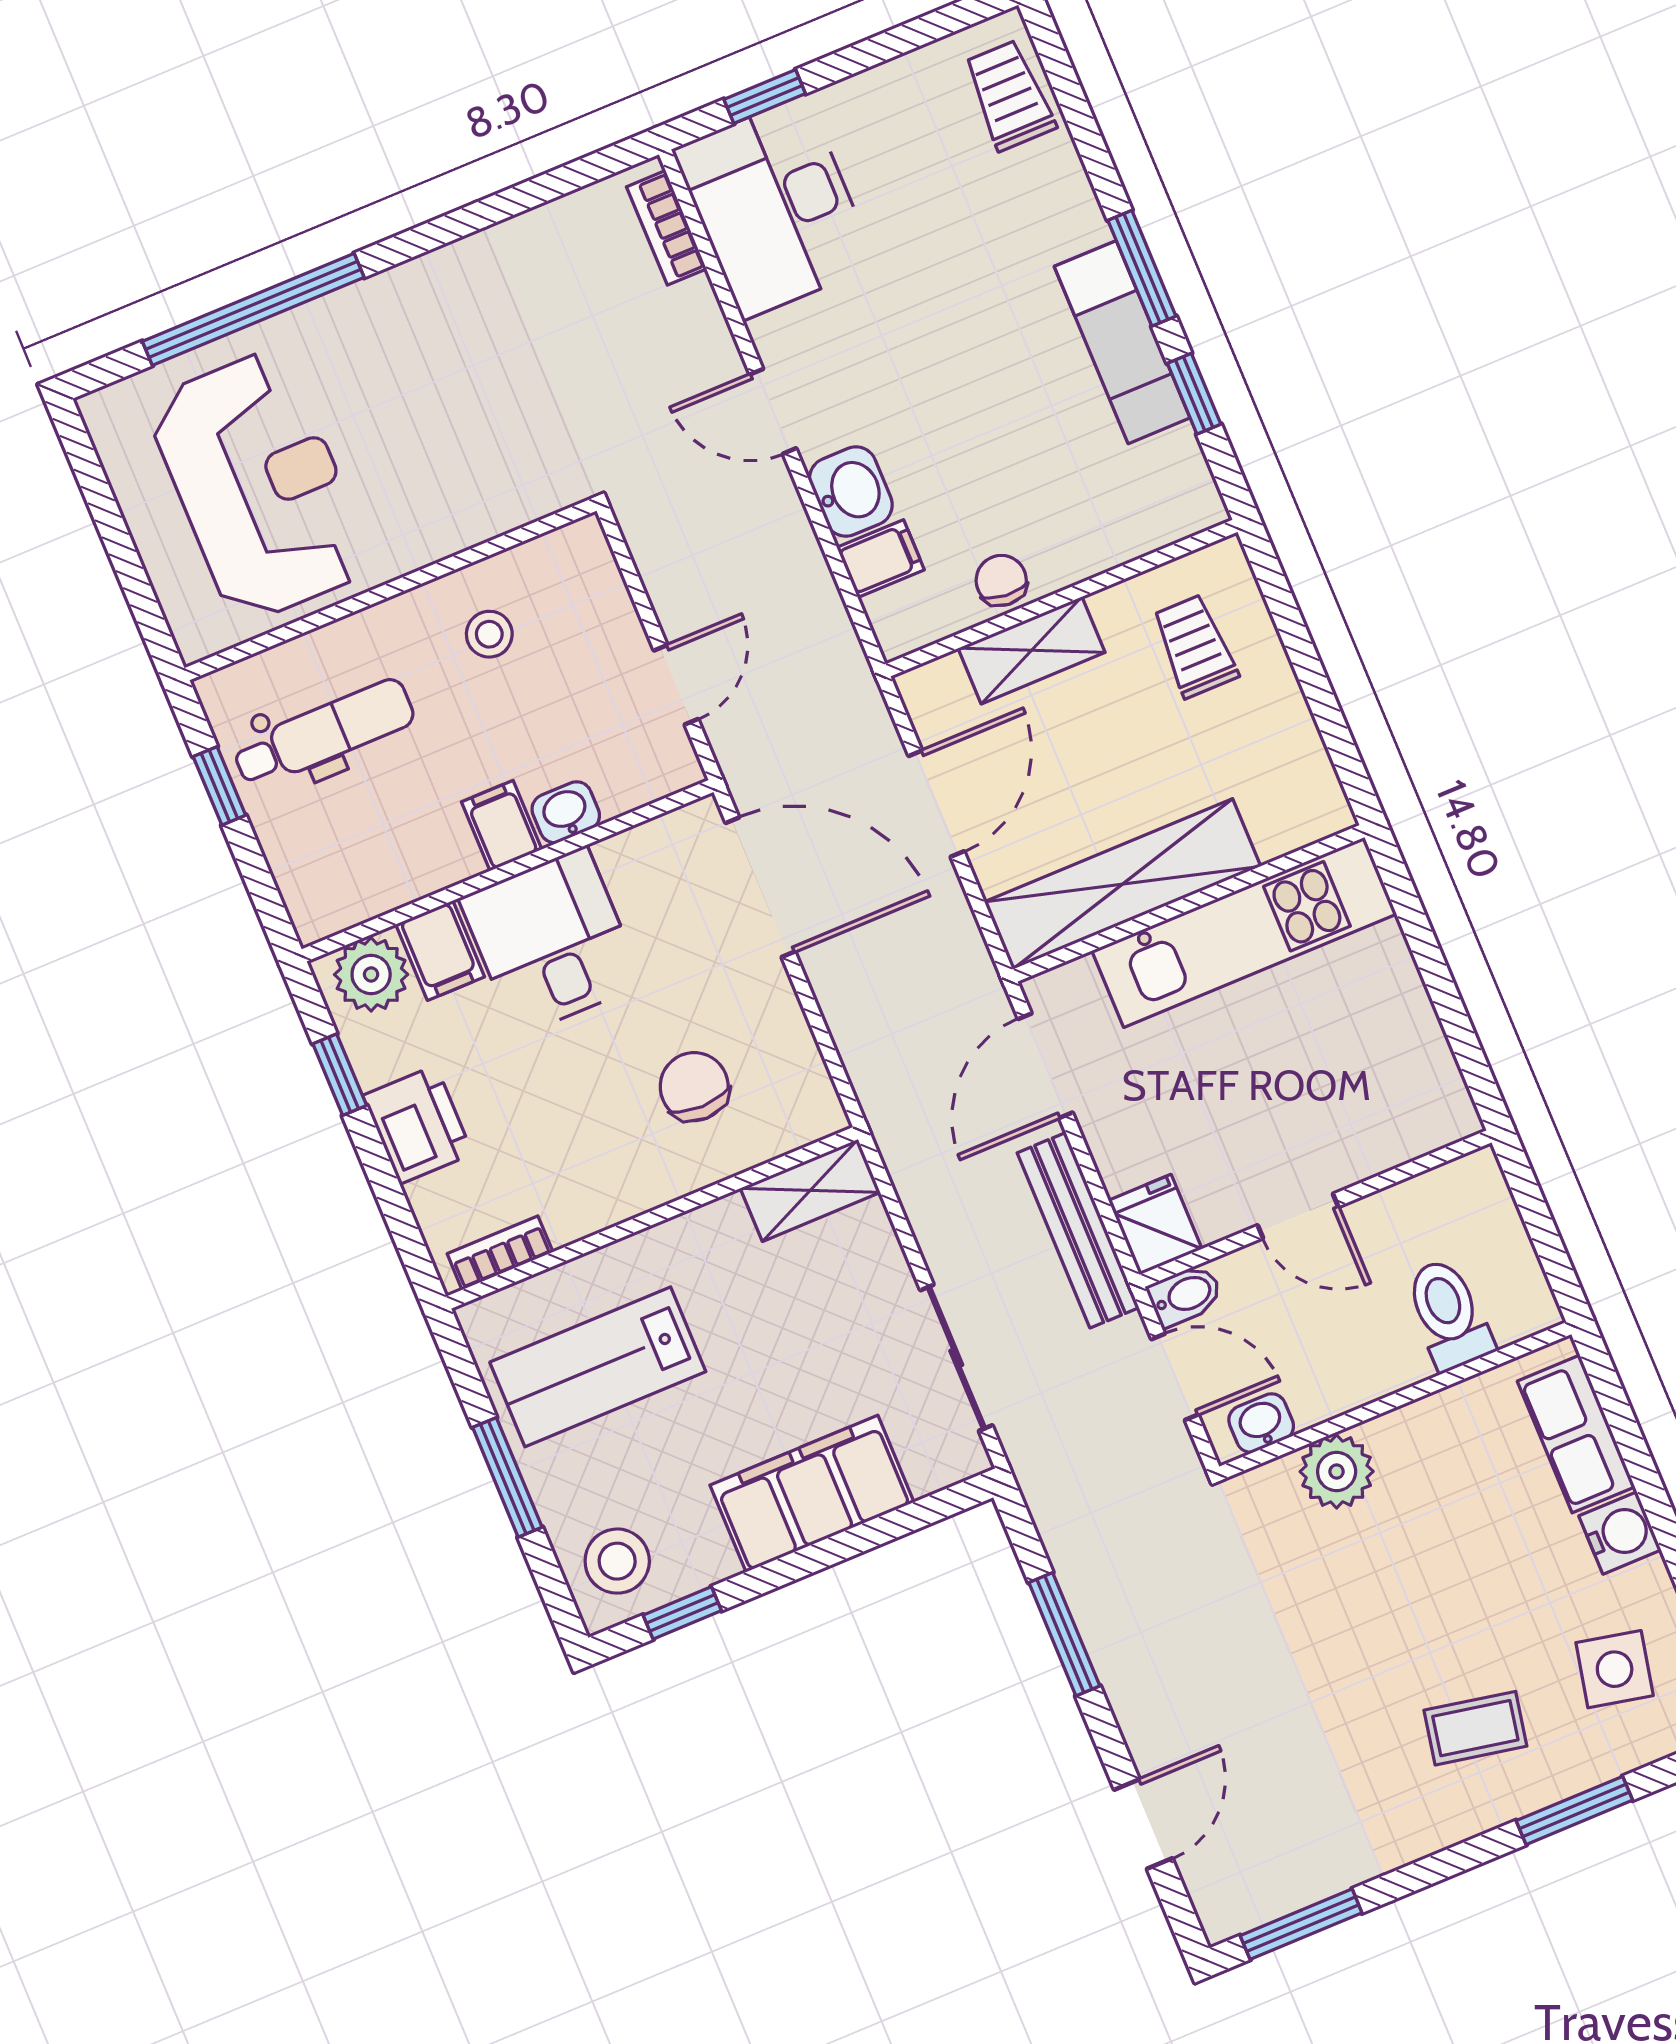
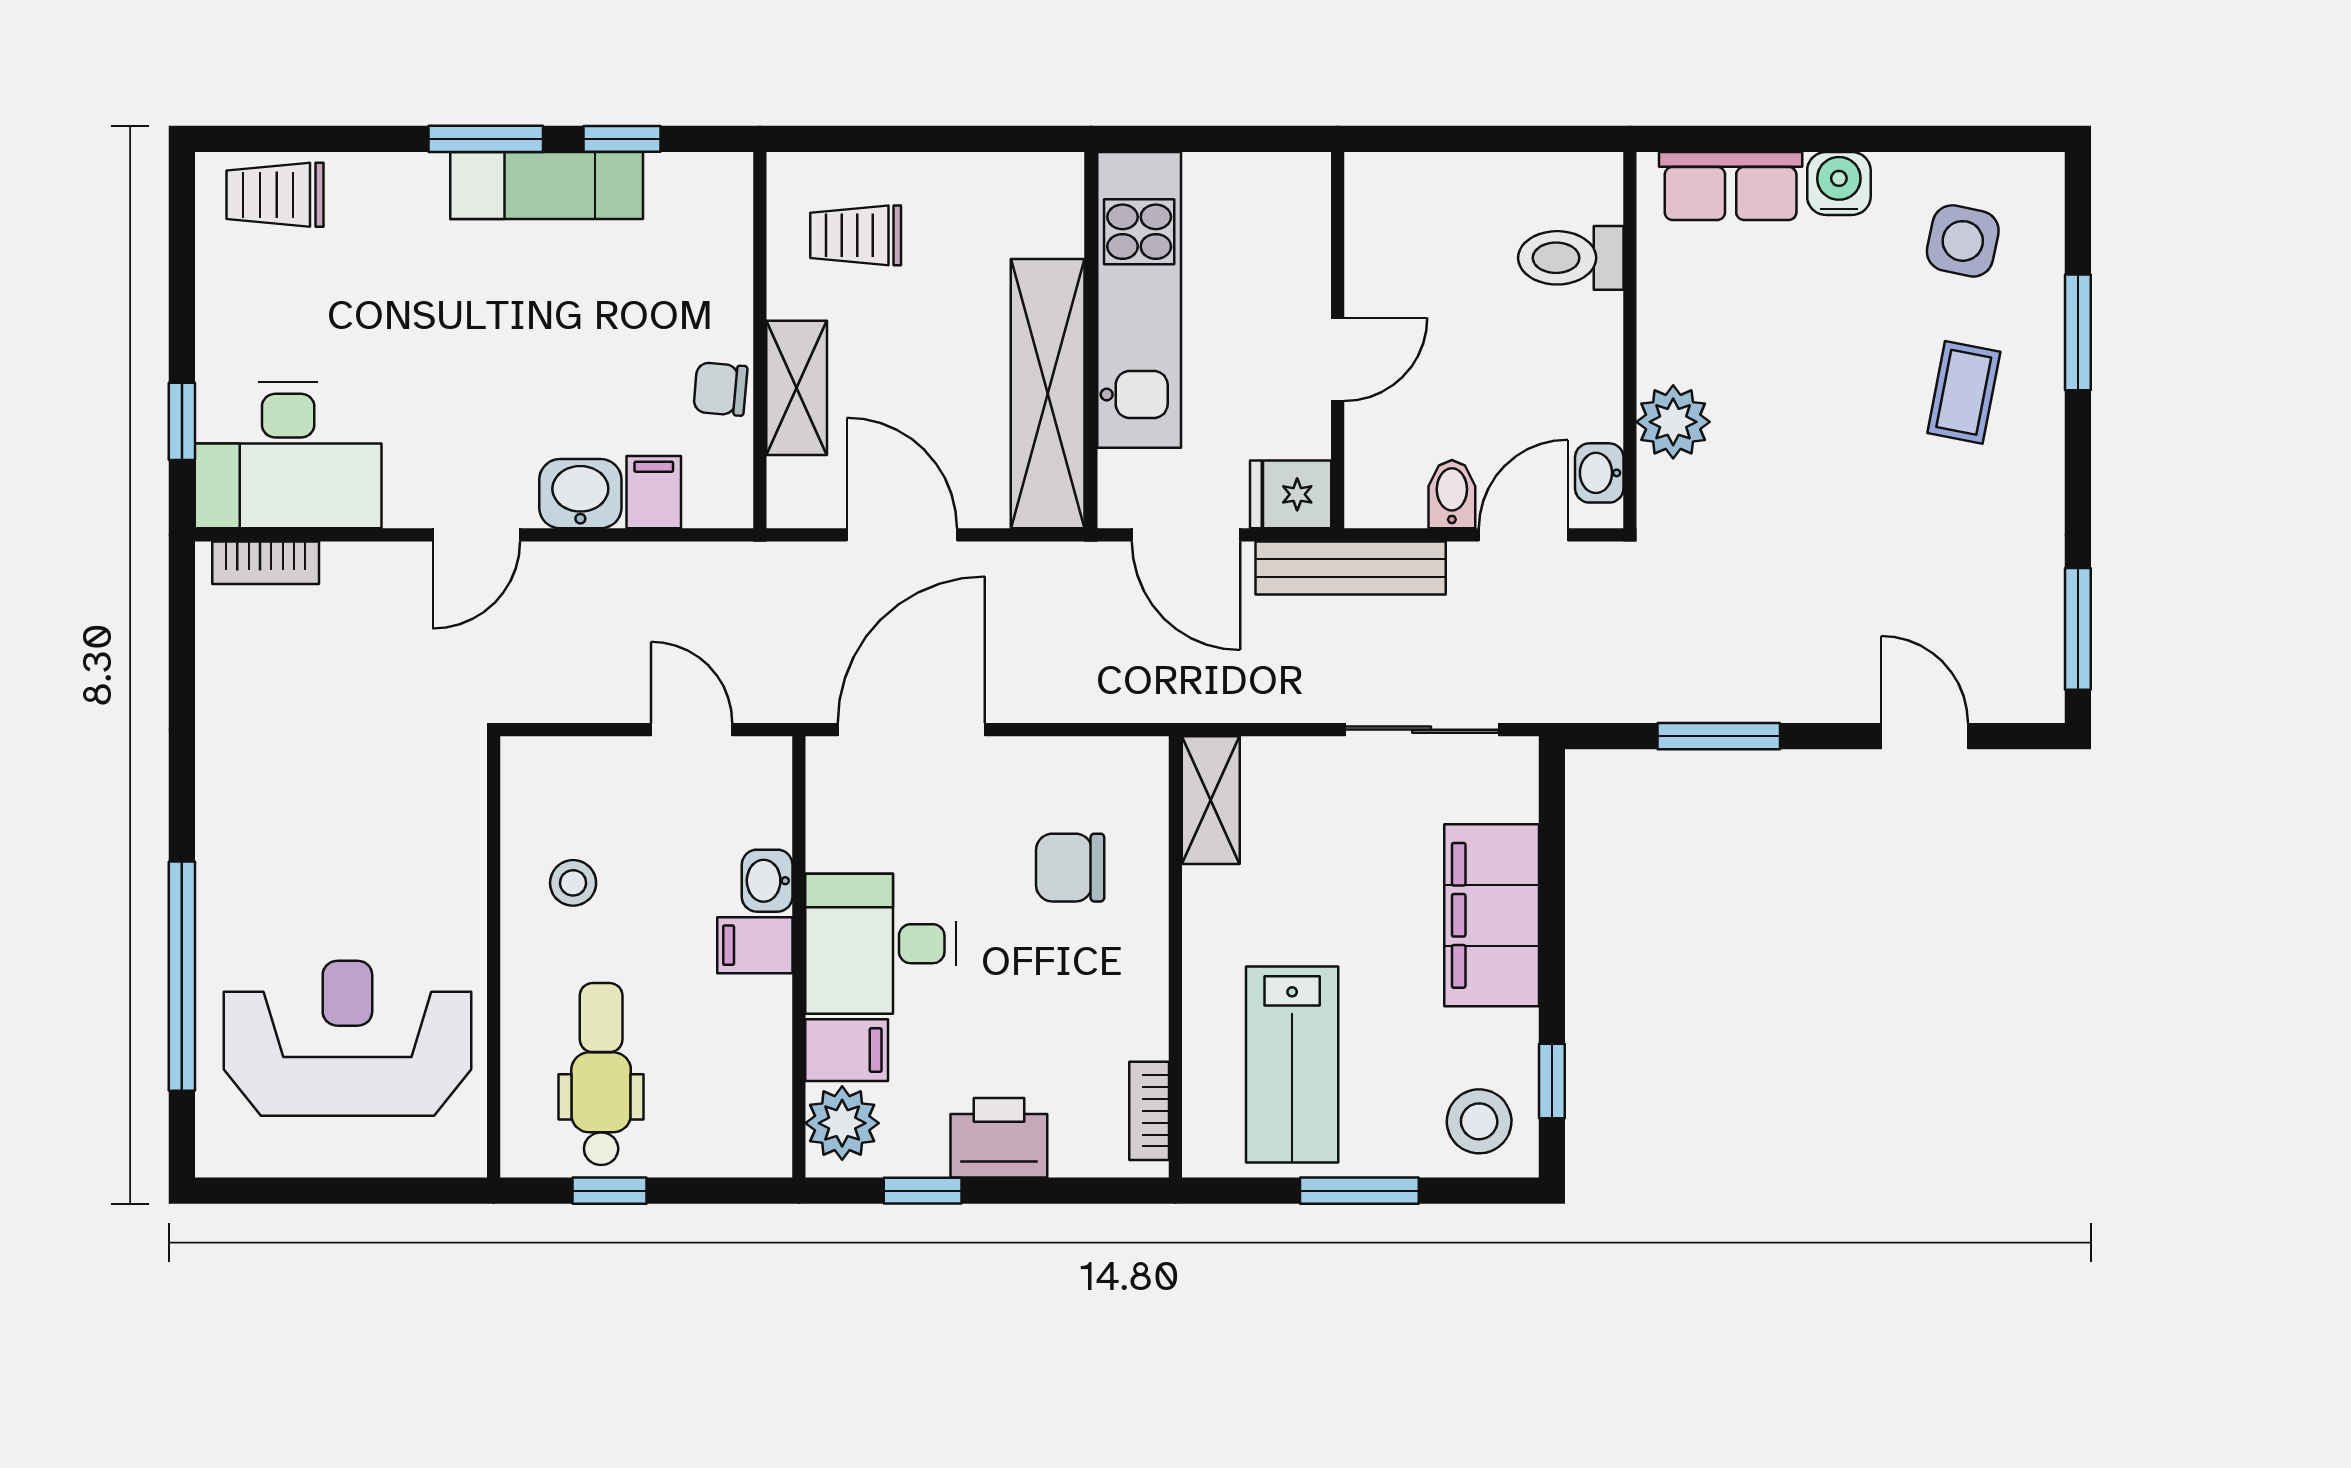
wall: (1316, 1209) -> (1338, 340), moved
door: (1298, 1216) -> (1338, 359), moved
fridge: (1155, 1225) -> (1291, 494), moved

